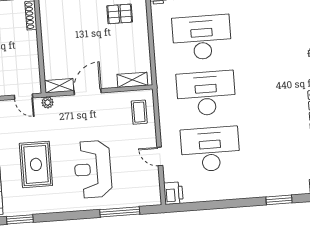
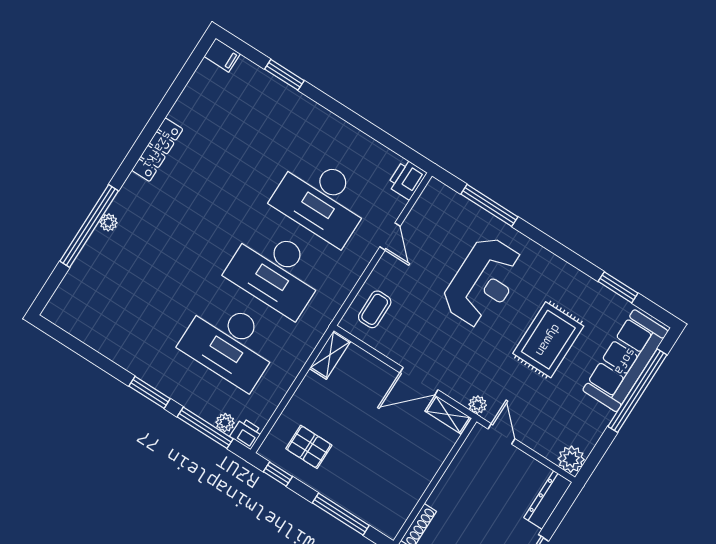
shelving: (132, 80) -> (330, 355), moved, turned 90

